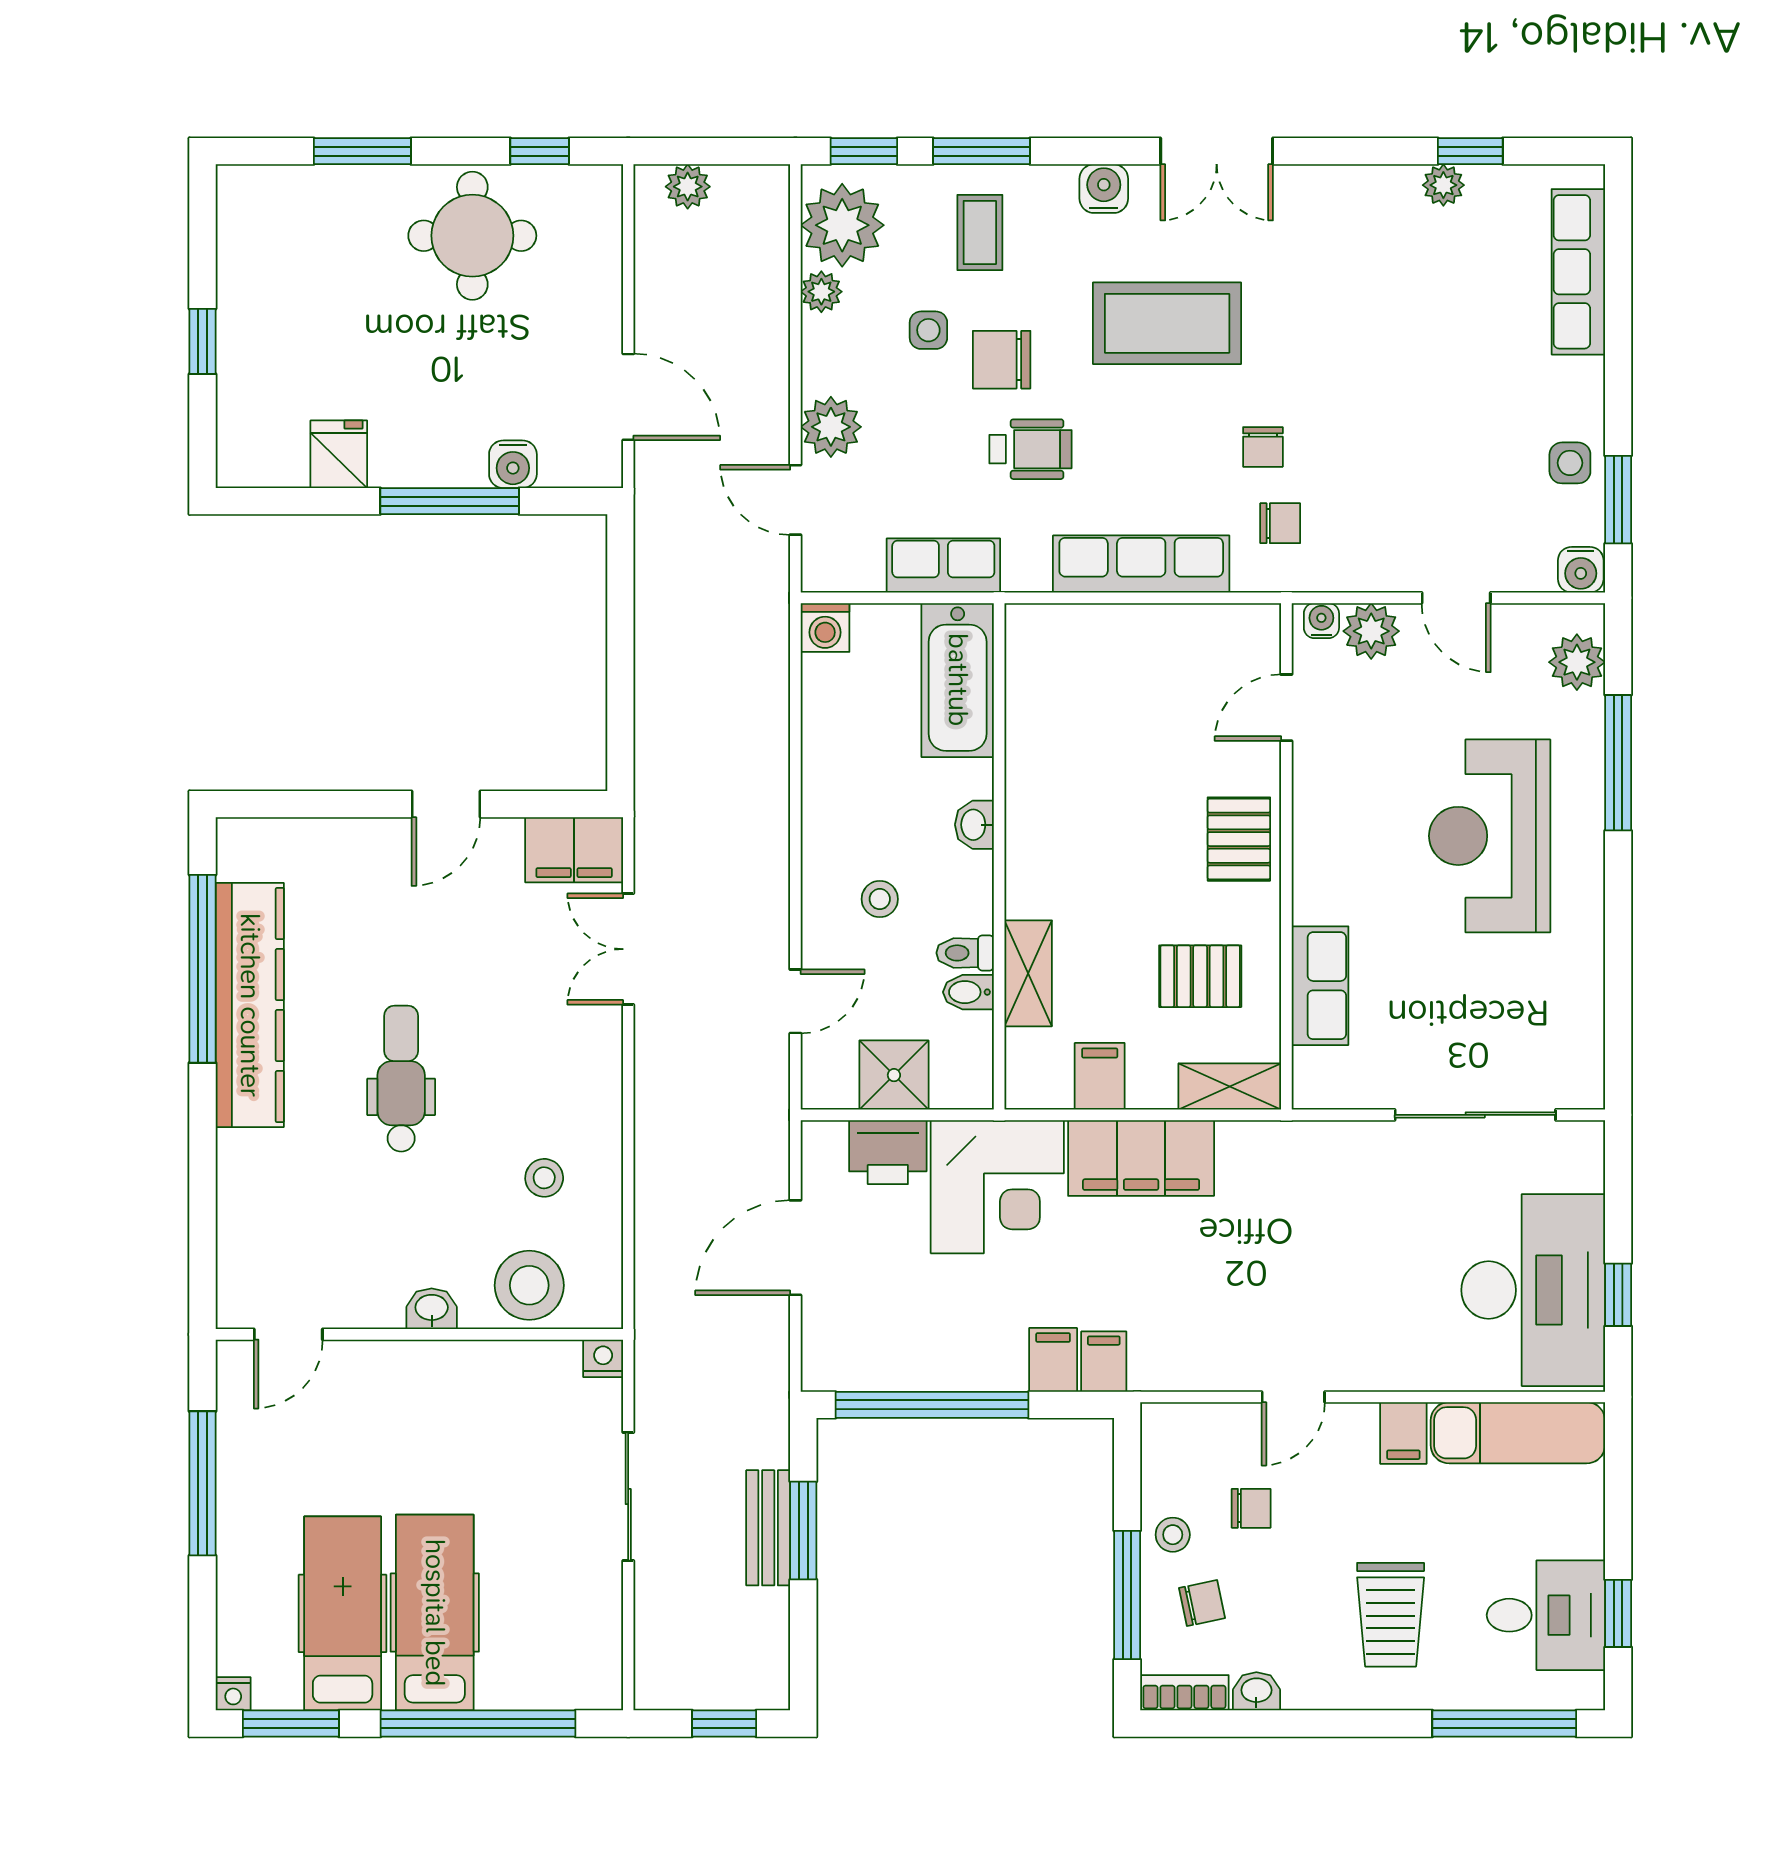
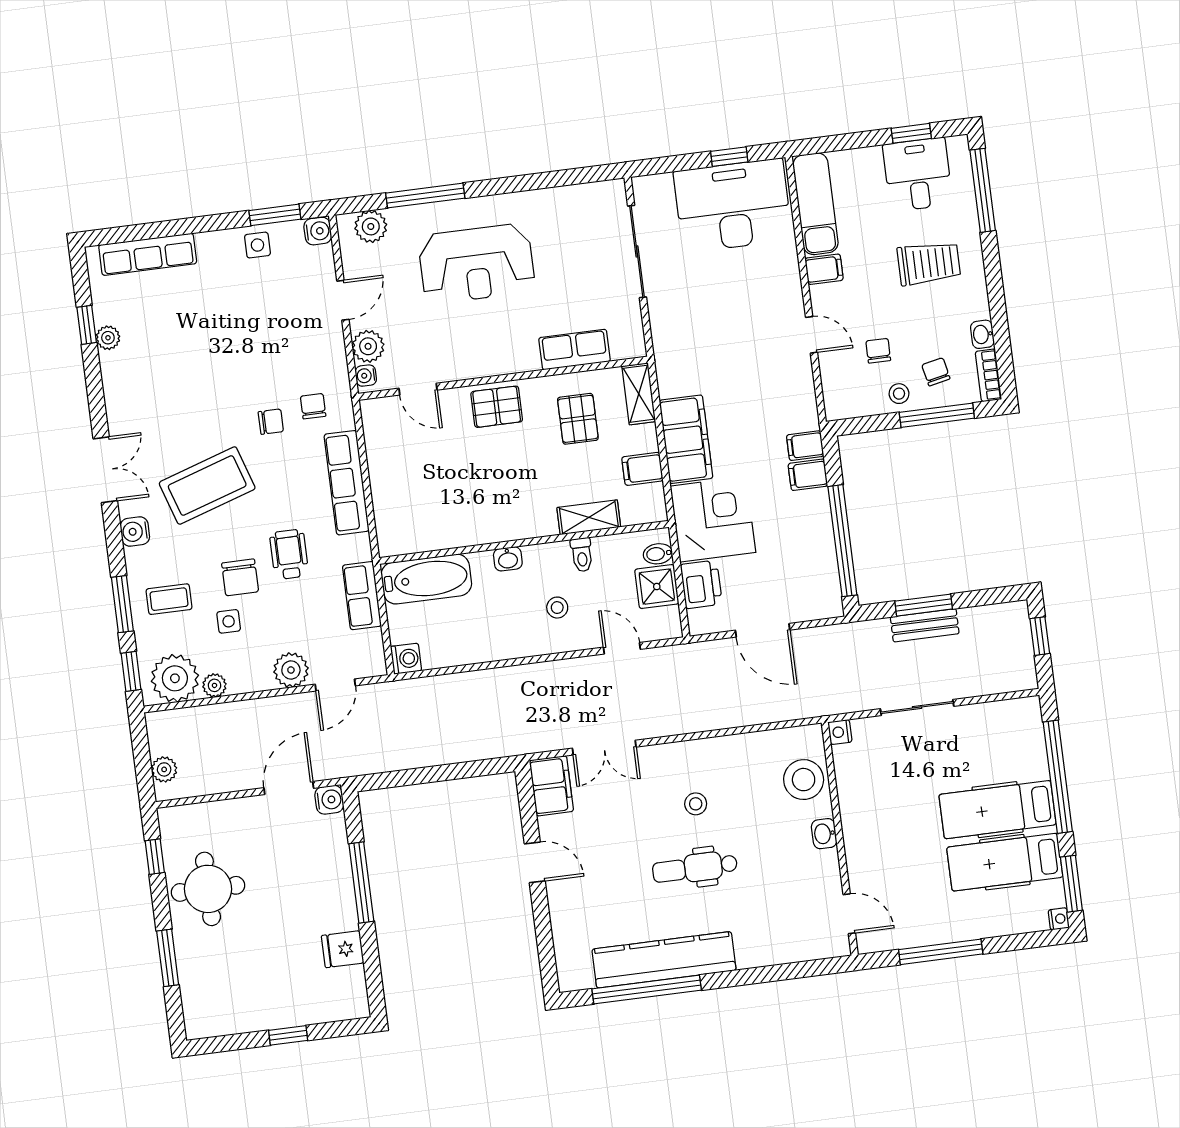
coffee table: (1167, 323) -> (207, 486), turned 72
water cooler: (513, 464) -> (329, 800), moved
bidet: (968, 992) -> (658, 554), moved, turned 90
stool: (544, 1178) -> (696, 804), moved

